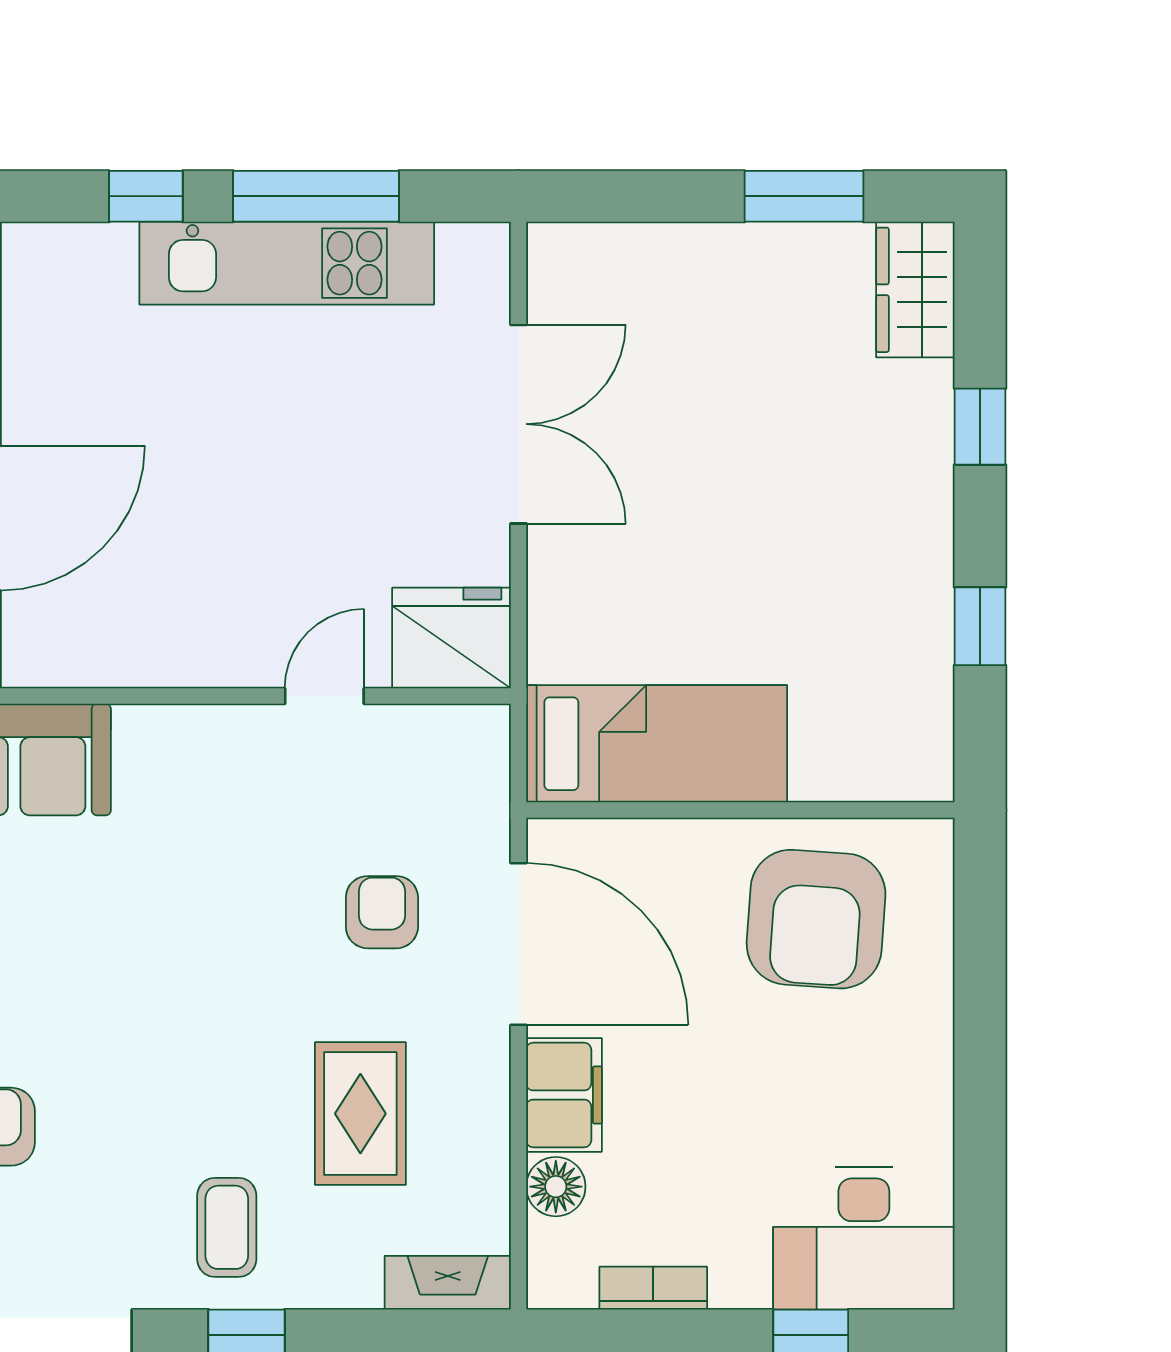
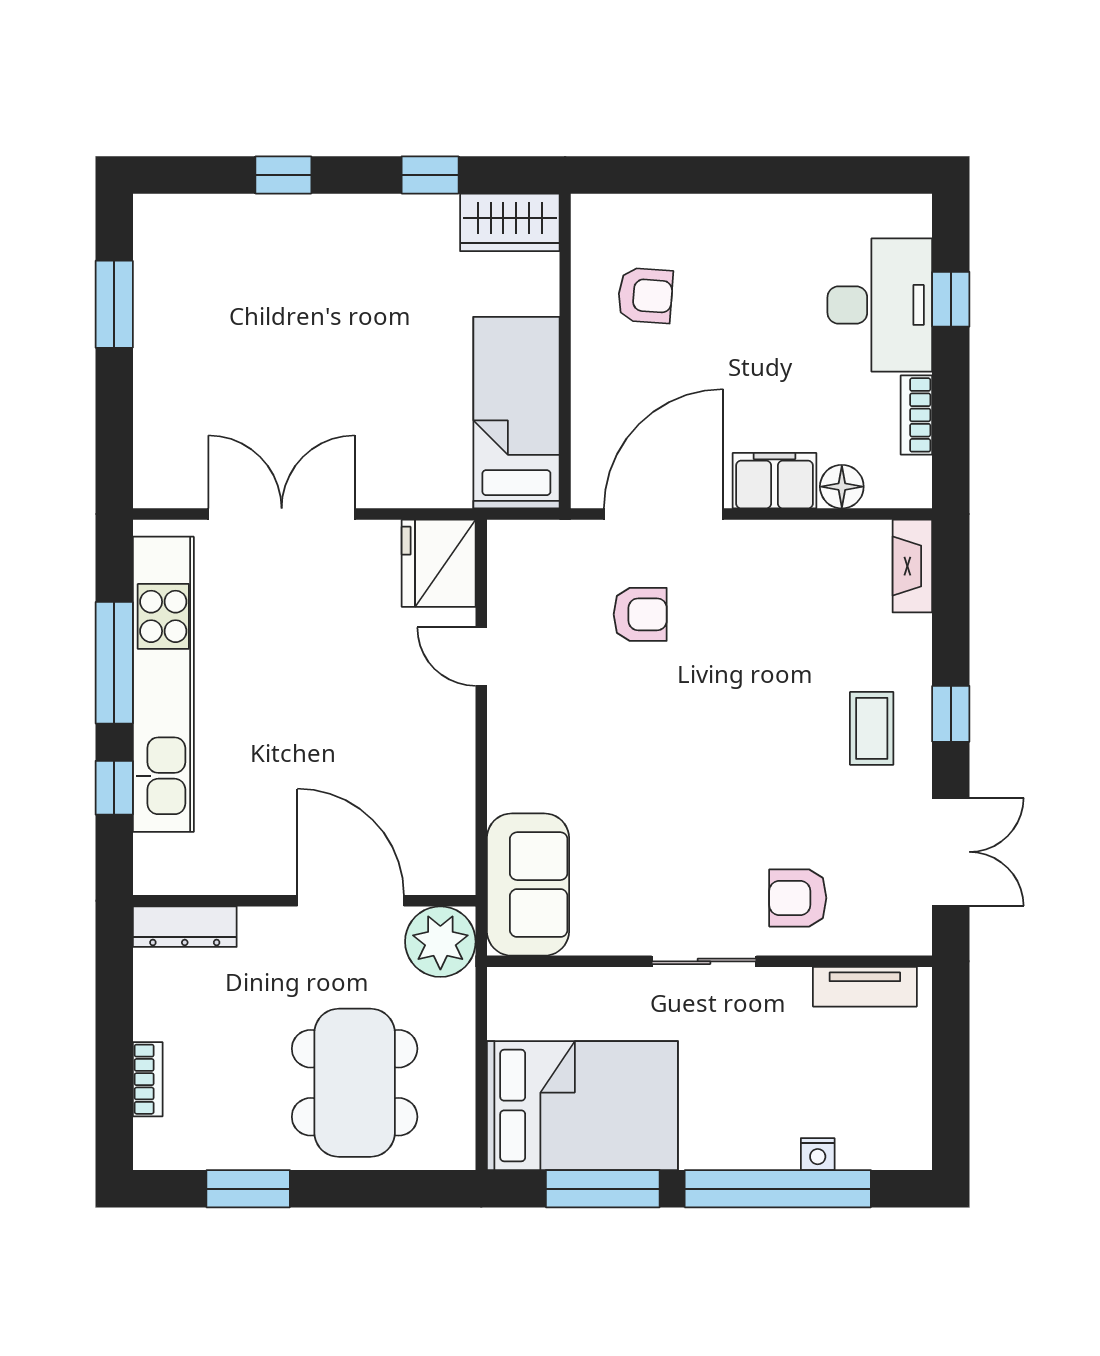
kitchen unit: (287, 263) -> (163, 684), width x1.36
wardrobe: (915, 290) -> (510, 222), moved
armchair: (382, 912) -> (640, 614), turned 180
armchair: (816, 919) -> (645, 295), width x0.53, depth x0.53
rug: (360, 1114) -> (788, 630), removed
coffee table: (227, 1227) -> (872, 728), turned 90
desk: (864, 1238) -> (880, 305), moved

